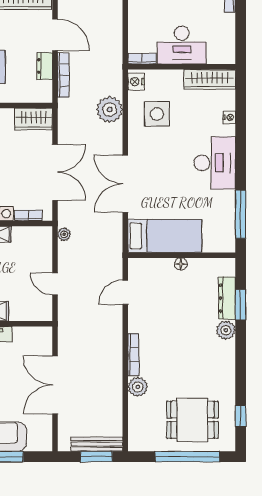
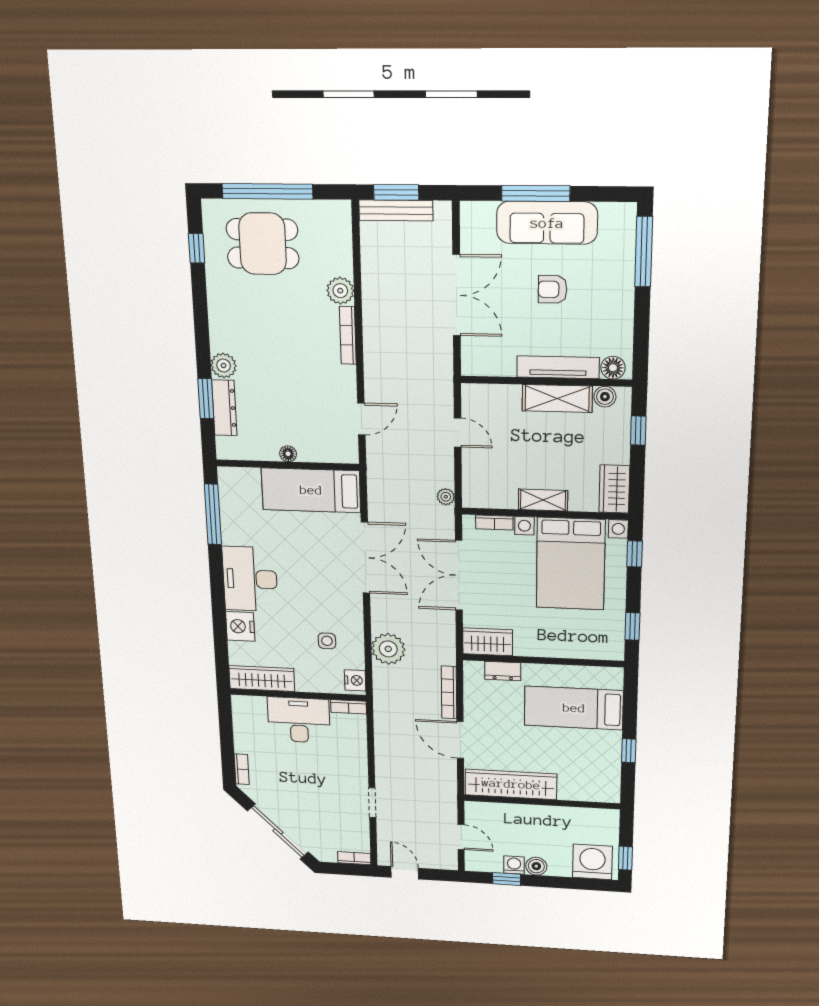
dresser: (45, 66) -> (503, 671), moved, turned 90
side table: (157, 114) -> (327, 641), width x0.54, depth x0.54
nightstand: (229, 117) -> (240, 626), width x1.89, depth x1.79

